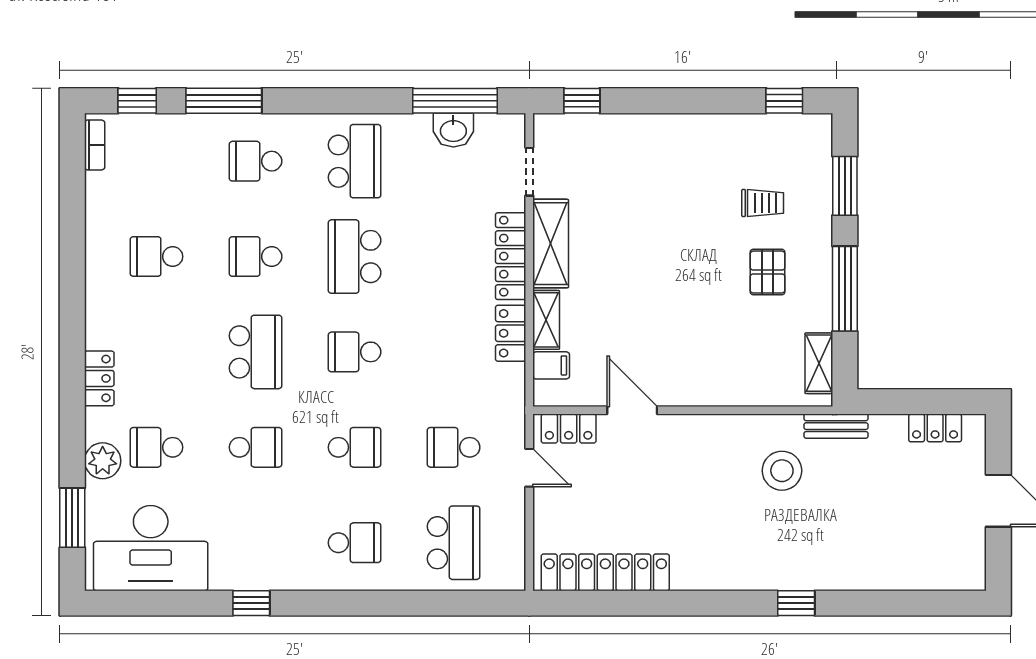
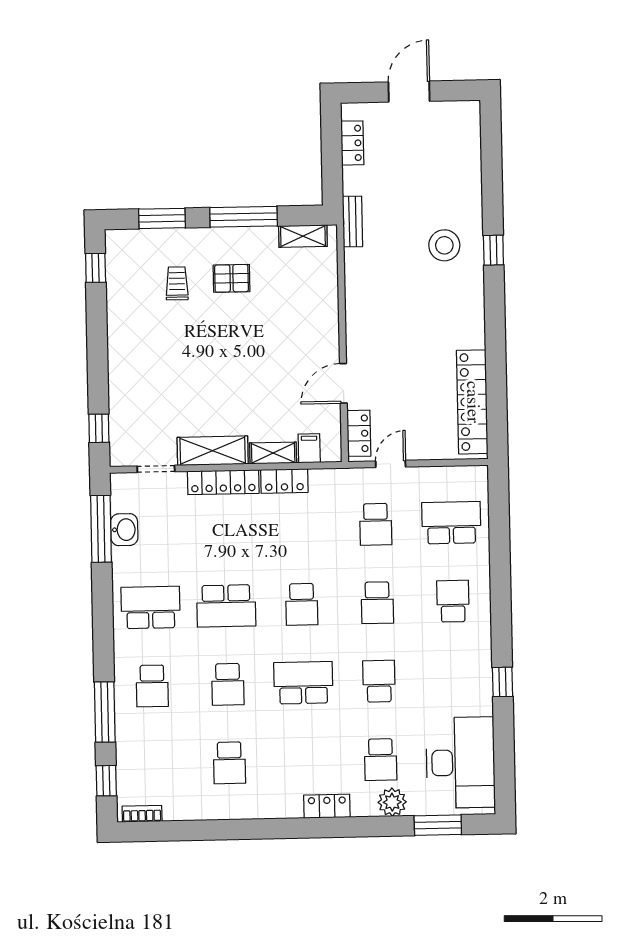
school desk: (355, 447) -> (377, 603), turned 180
stool: (782, 471) -> (444, 245), moved

